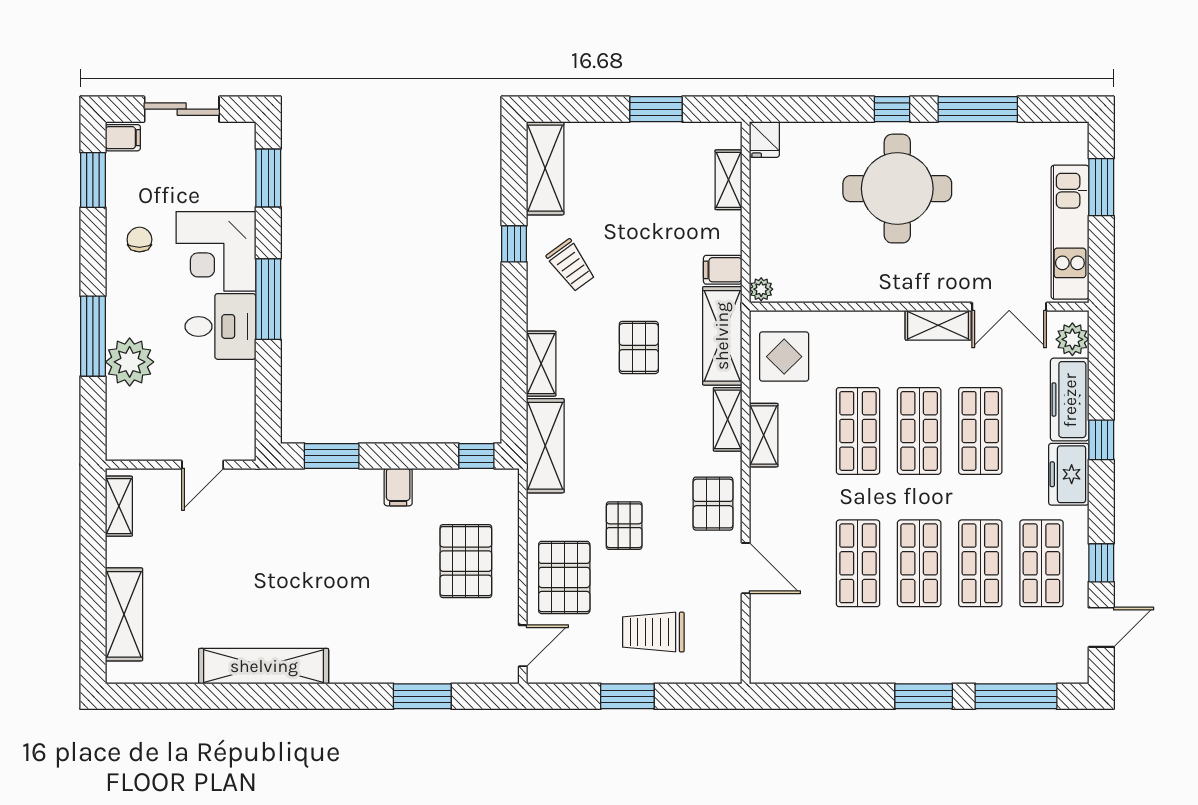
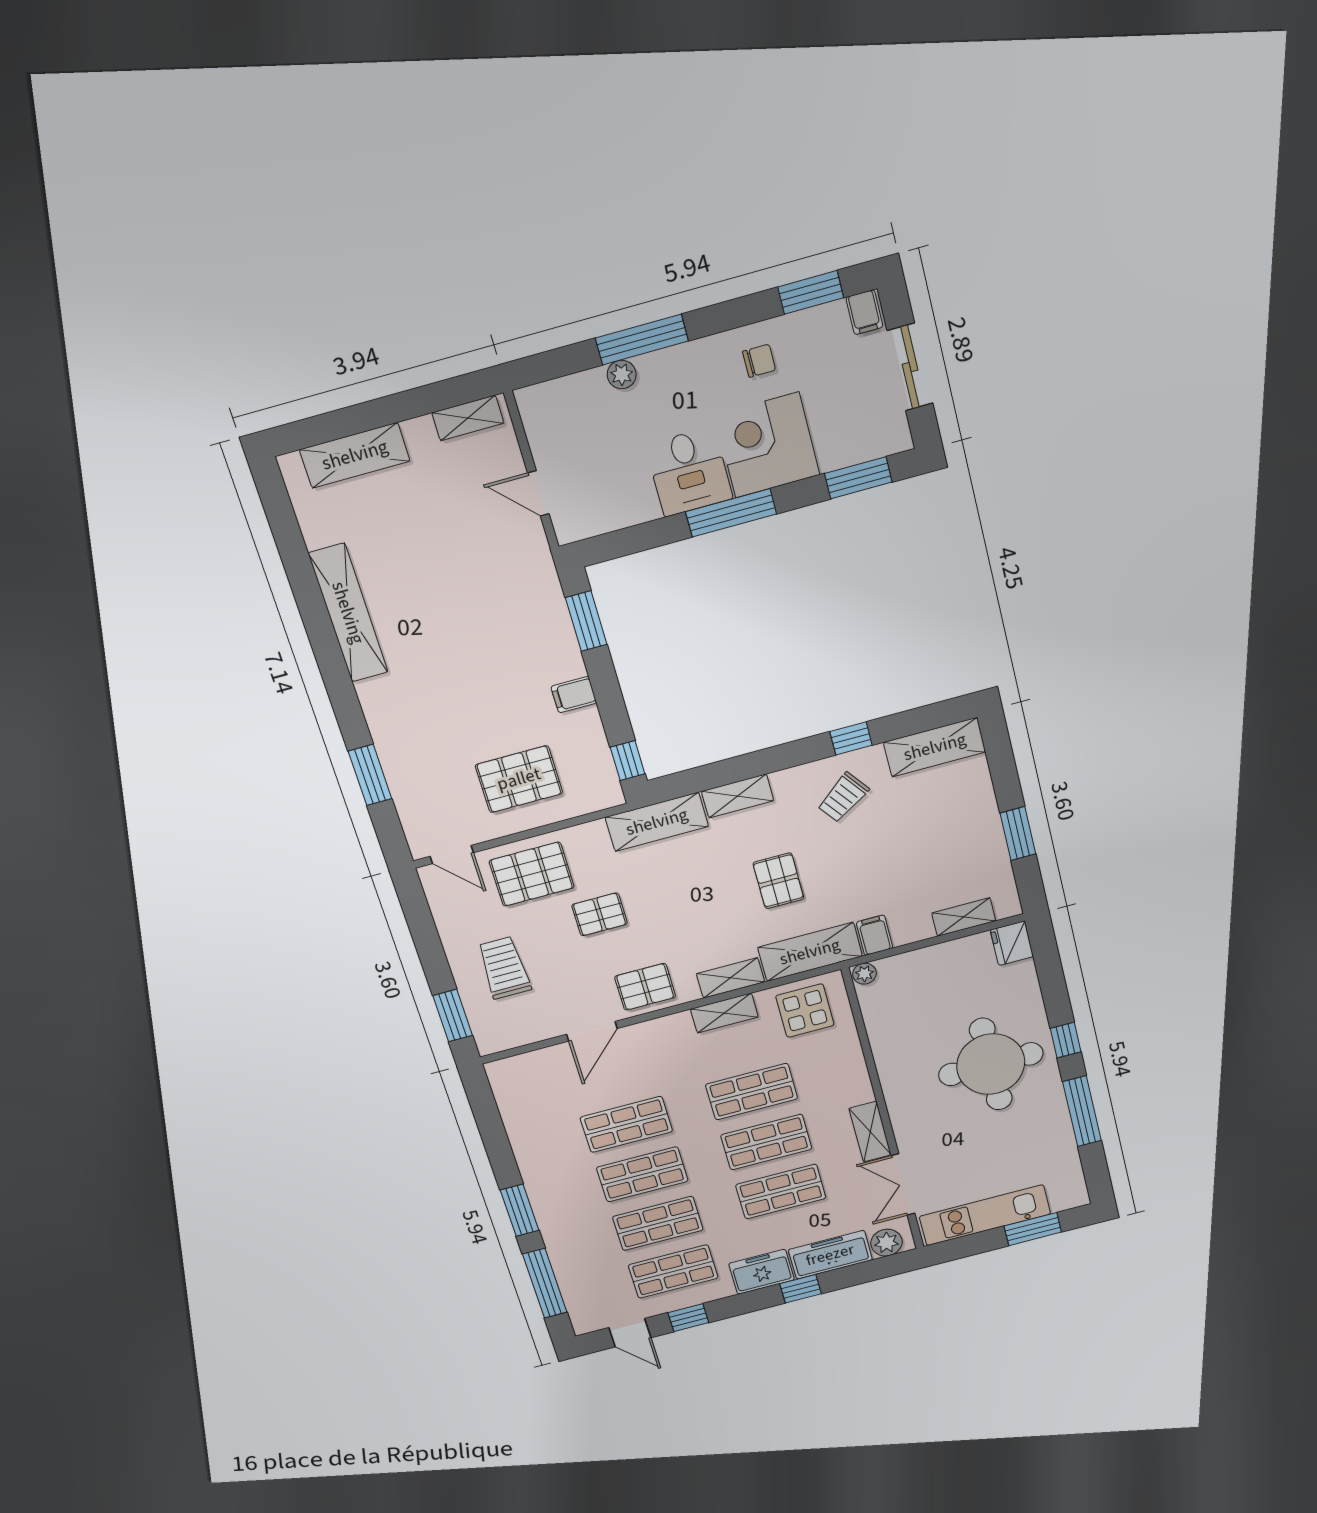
fridge: (764, 139) -> (1012, 943), width x1.38
pallet: (639, 347) -> (778, 881), turned 90
plant: (130, 362) -> (622, 375), width x0.53, depth x0.53
window: (627, 696) -> (453, 1016), moved

